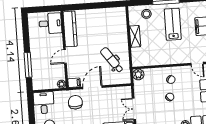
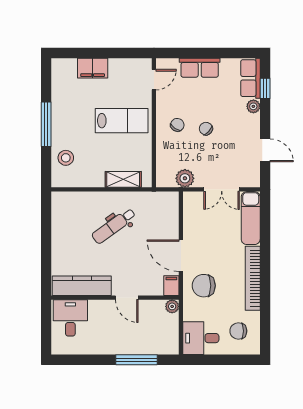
lab bench: (173, 24) -> (122, 121), moved, turned 180
shelving: (135, 36) -> (123, 179), moved
dental chair: (112, 60) -> (114, 226), moved
plant: (138, 74) -> (185, 178), moved

